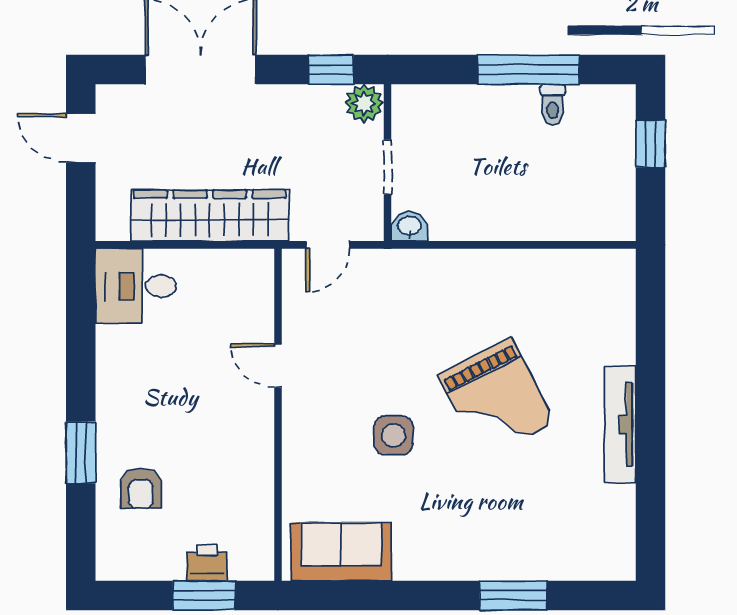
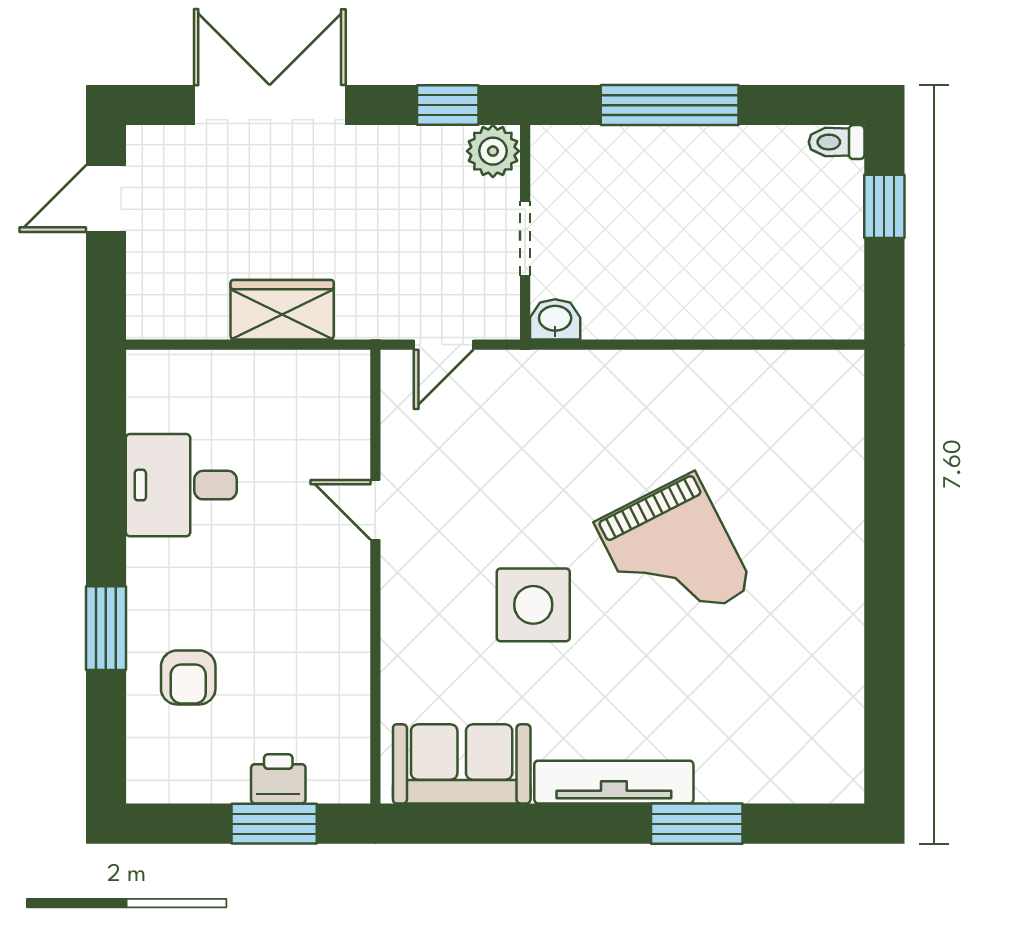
window: (528, 70) -> (670, 105), moved
toilet: (553, 105) -> (837, 142), moved, turned 90
door: (81, 138) -> (106, 199), hinge flipped
wardrobe: (210, 216) -> (282, 310), width x0.48, depth x0.85
desk: (136, 286) -> (181, 485), moved
tv unit: (620, 424) -> (614, 782), moved, turned 90
side table: (394, 435) -> (533, 605), width x1.37, depth x1.37

